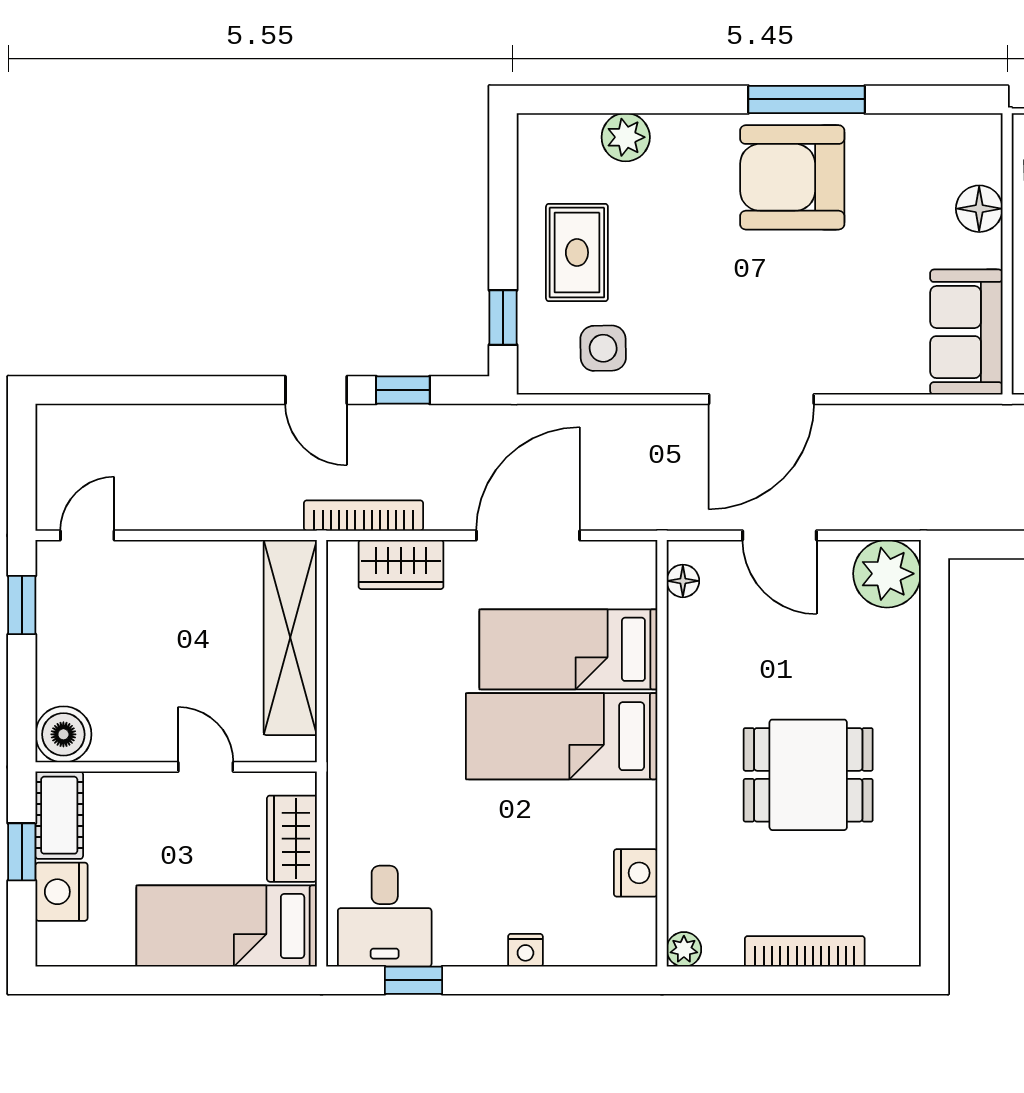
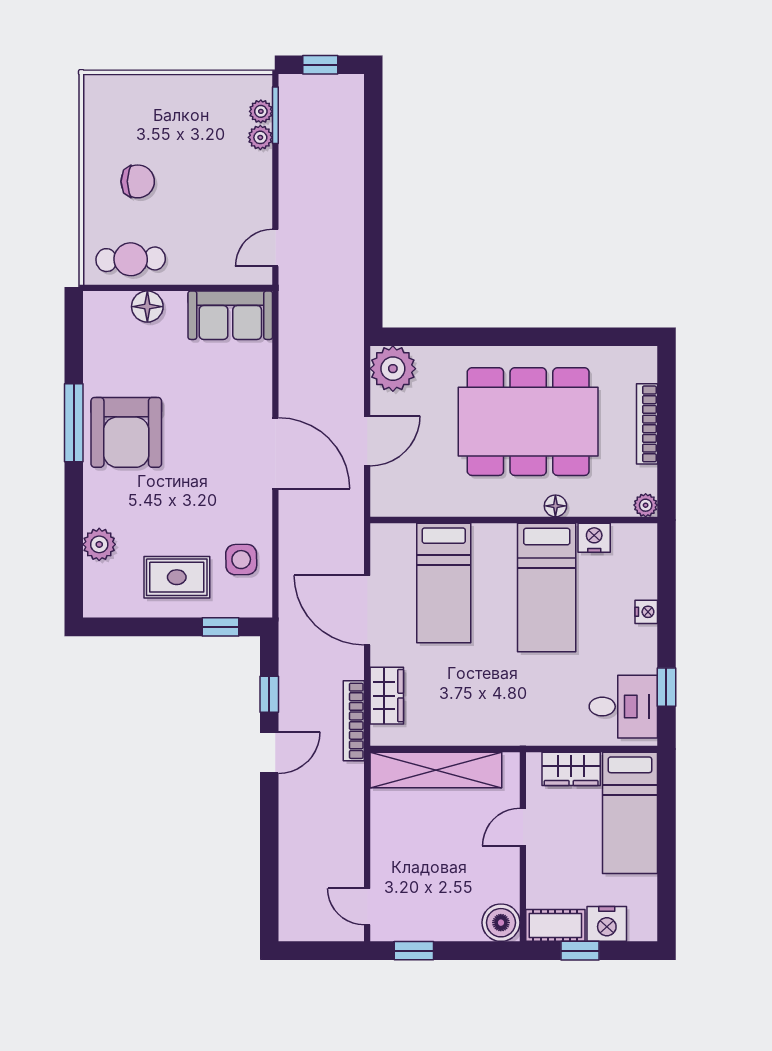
floor lamp: (683, 581) -> (555, 506), moved
bed: (562, 736) -> (547, 587), moved
dining table: (808, 775) -> (528, 422), width x1.88, depth x1.24

